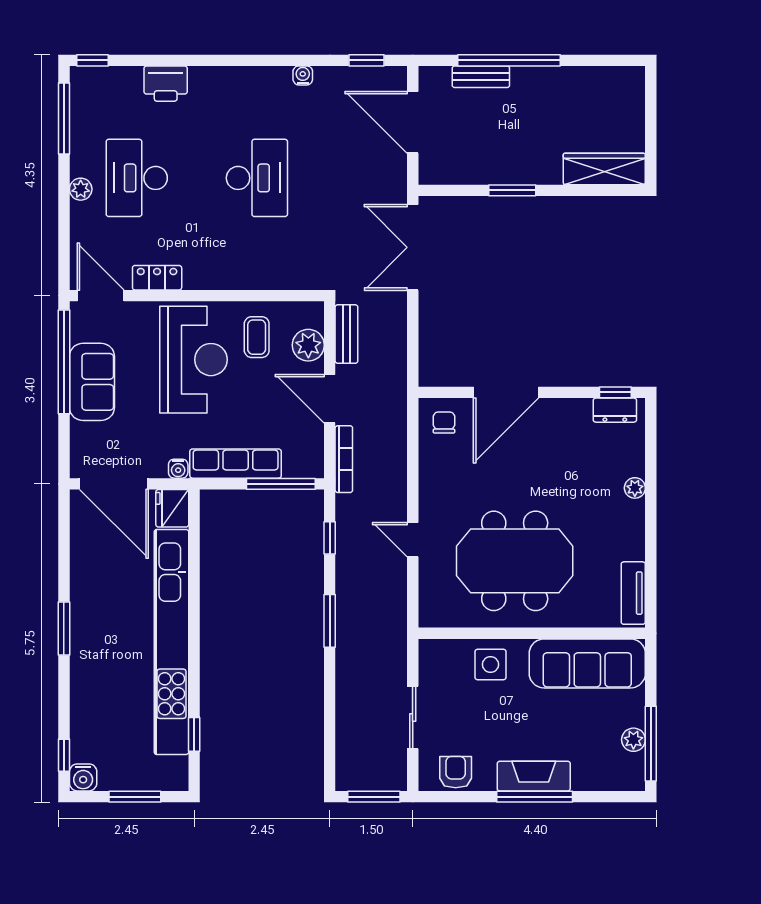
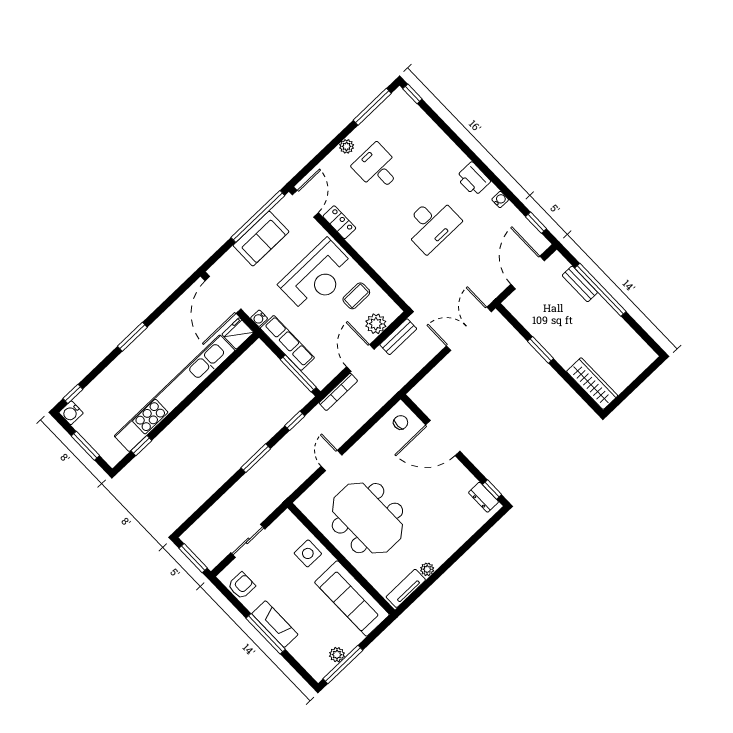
printer: (166, 84) -> (473, 179), moved
desk: (137, 178) -> (377, 168), width x0.73
plant: (635, 488) -> (427, 569), moved

